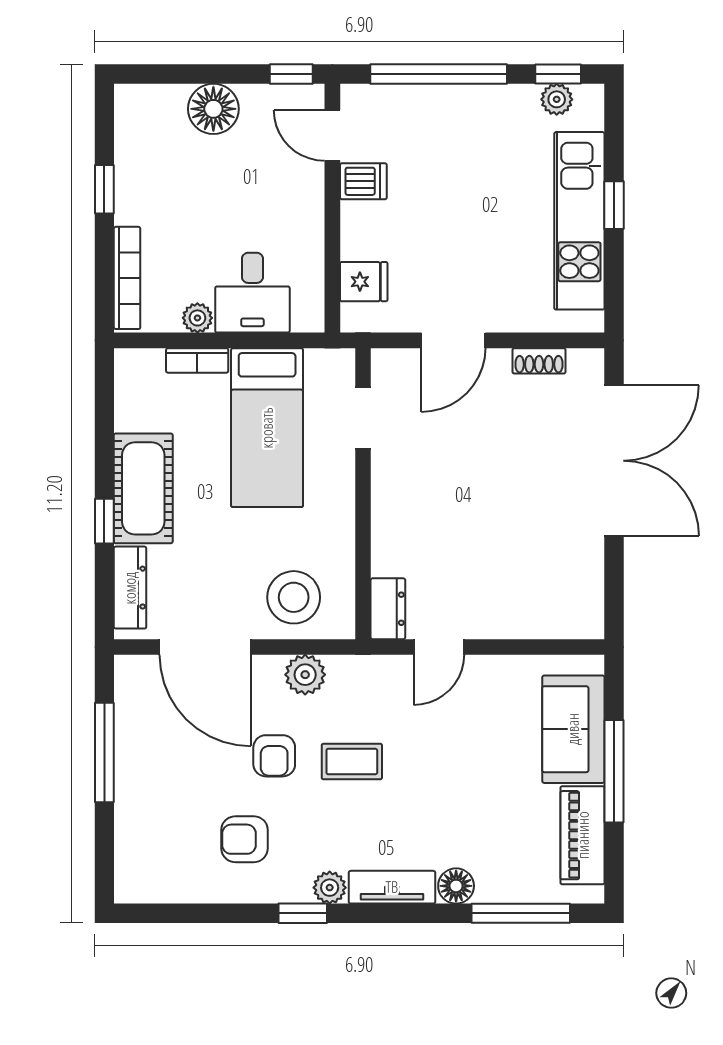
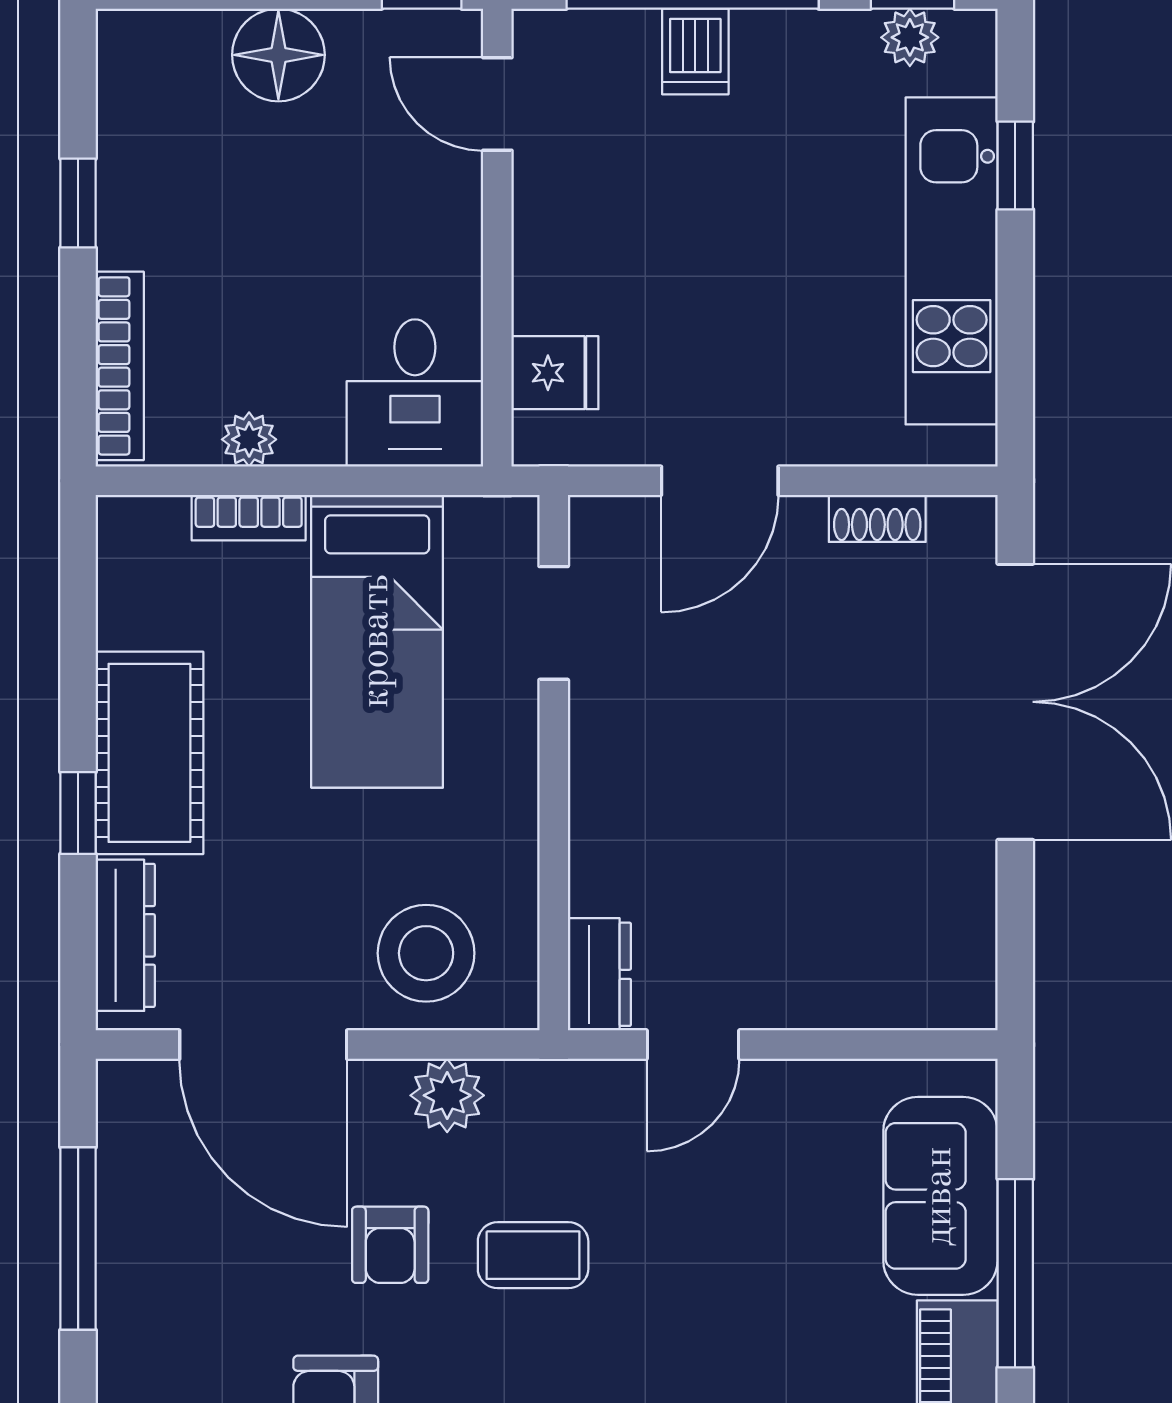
dishwasher: (363, 181) -> (695, 51), moved, turned 90
window: (614, 205) -> (1015, 166), moved
desk: (252, 293) -> (415, 393), moved

